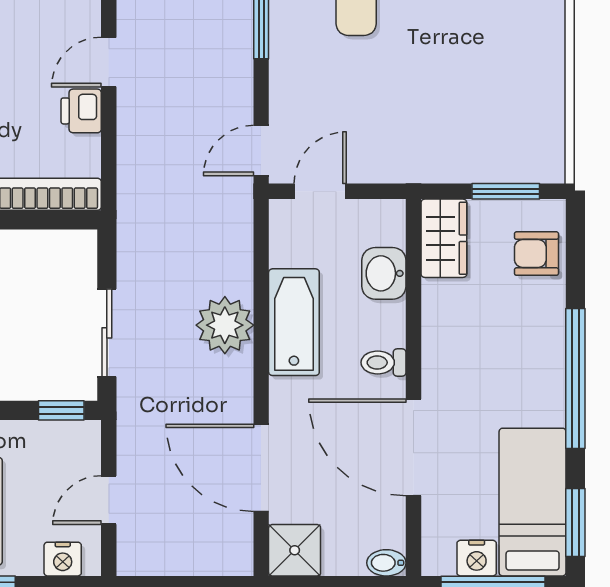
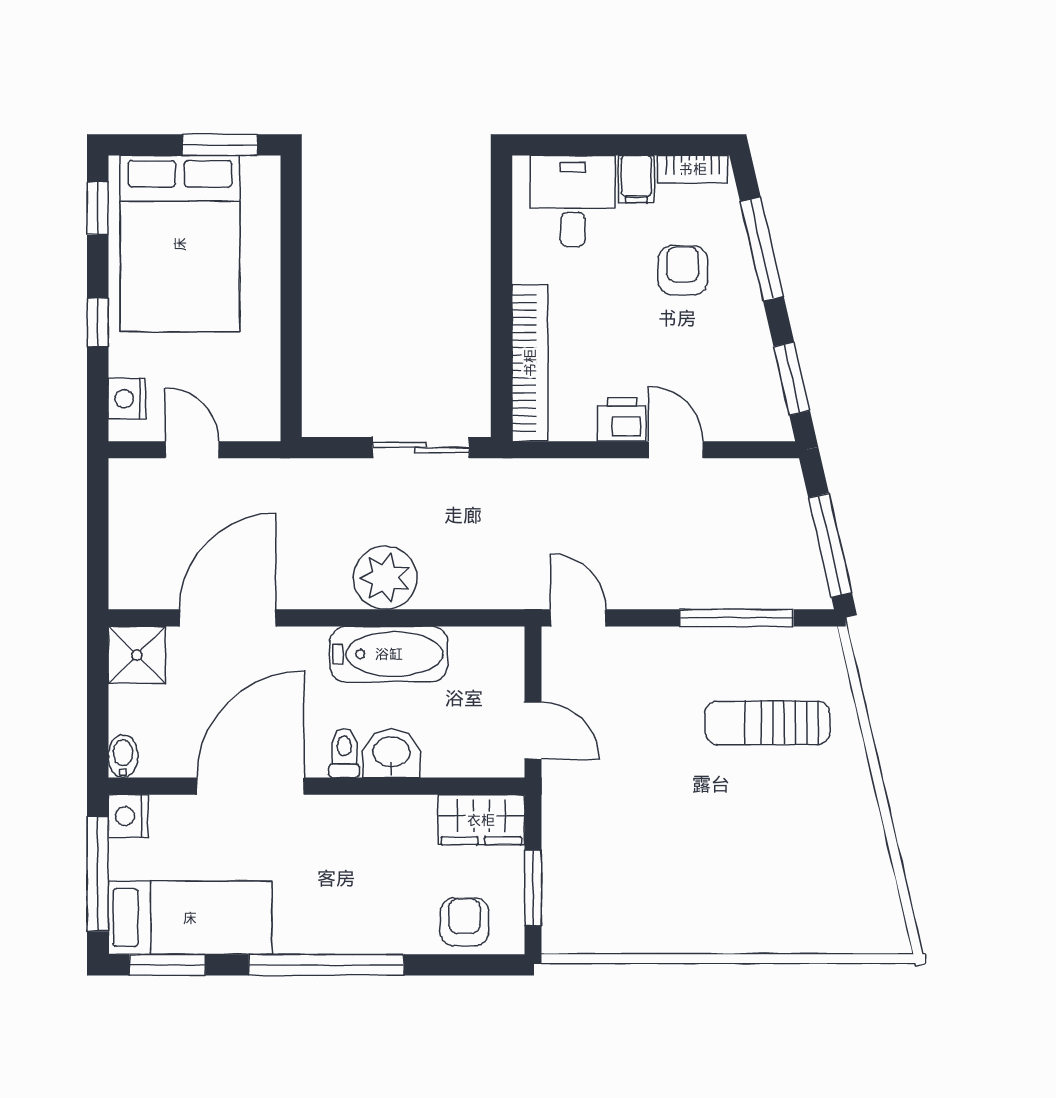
door: (320, 191) -> (533, 731), moved
washbasin: (384, 273) -> (391, 753), moved
sliding door: (107, 333) -> (421, 448), moved
window: (61, 410) -> (291, 397), removed
nightstand: (477, 558) -> (128, 816), moved

